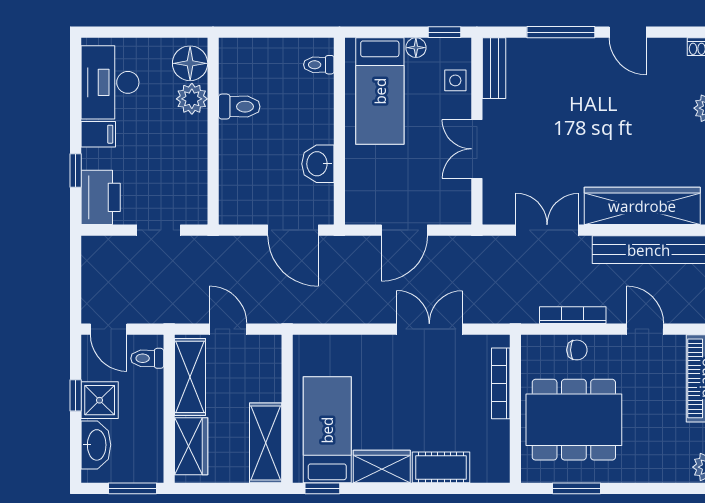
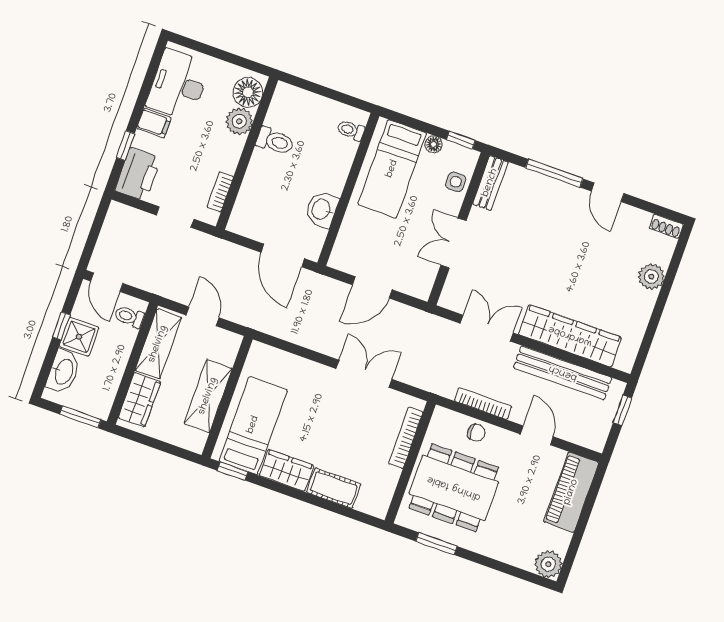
bookcase: (199, 184) -> (220, 192), added
shelving: (266, 443) -> (208, 396), moved

